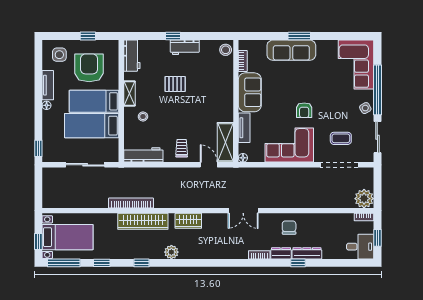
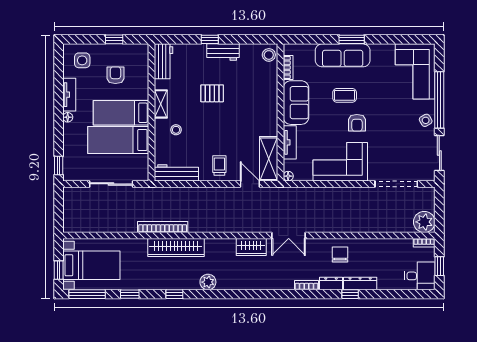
armchair: (89, 68) -> (115, 75), width x0.53, depth x0.53
coffee table: (341, 138) -> (345, 95), moved
wardrobe: (188, 221) -> (251, 247), moved

